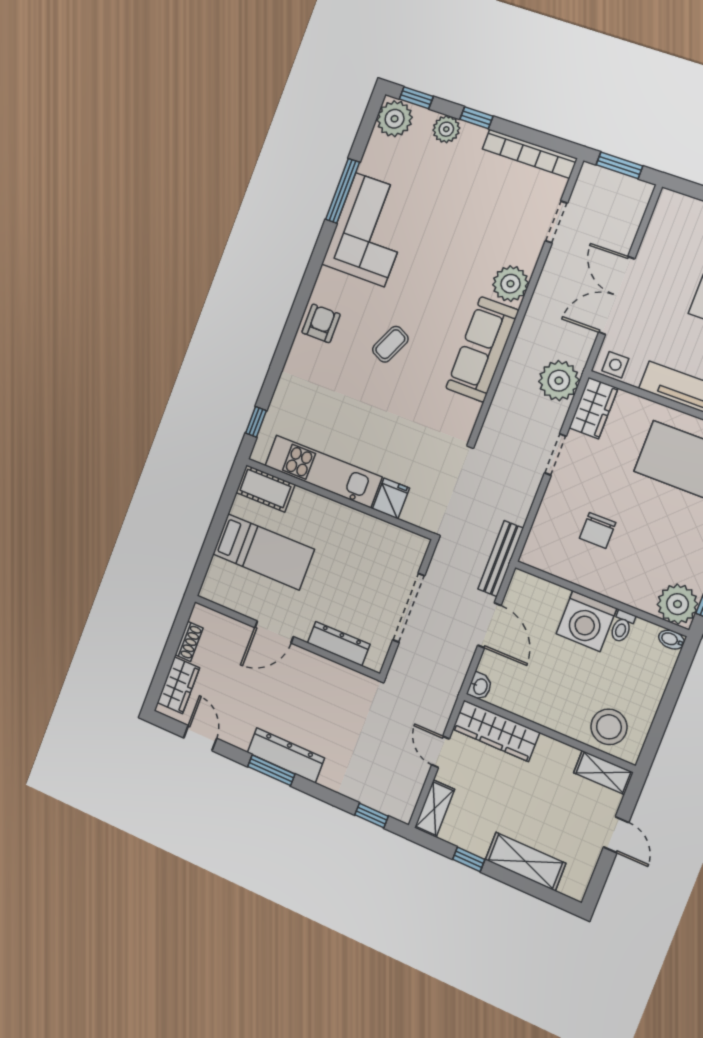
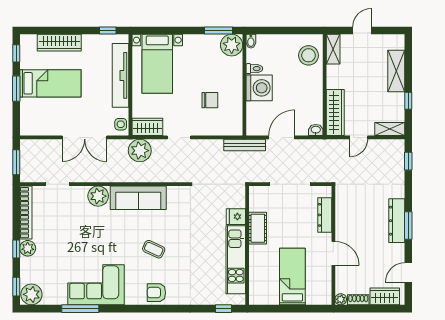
plant: (446, 129) -> (28, 248), moved
cot: (265, 488) -> (258, 228), moved
plant: (200, 614) -> (341, 299), added

